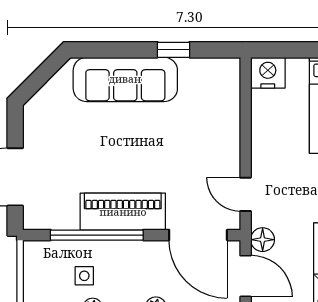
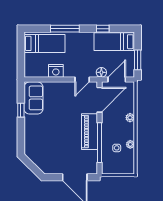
nightstand: (268, 73) -> (56, 71), moved, turned -90
sofa: (125, 79) -> (33, 98), moved, width x0.73

